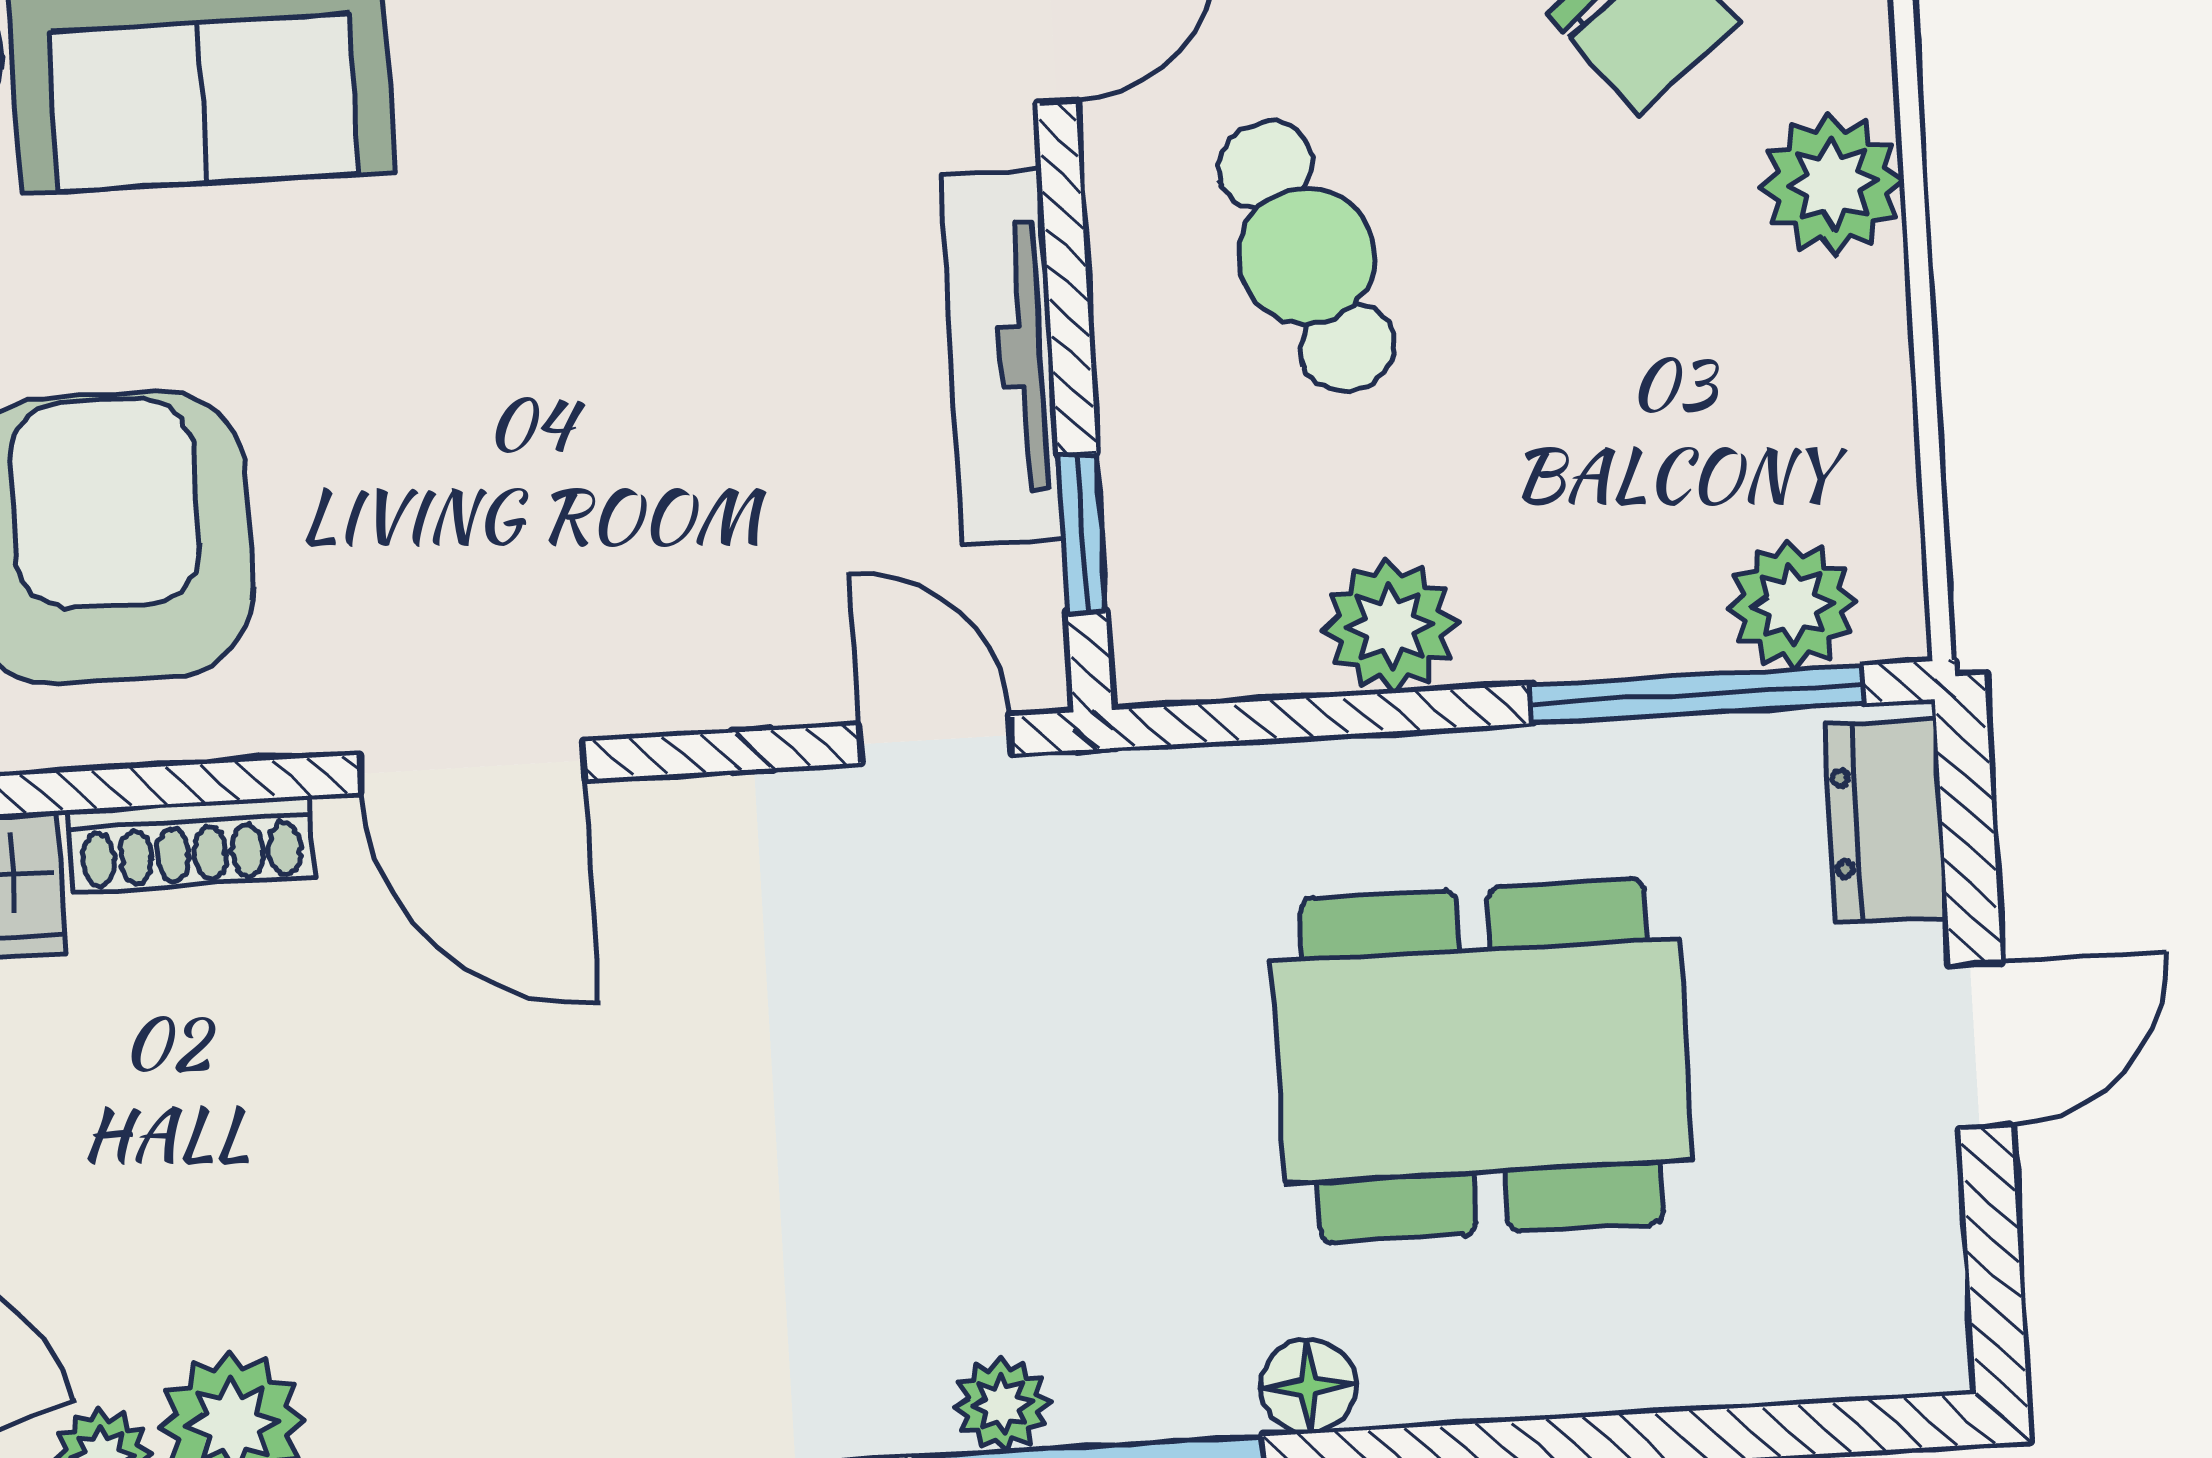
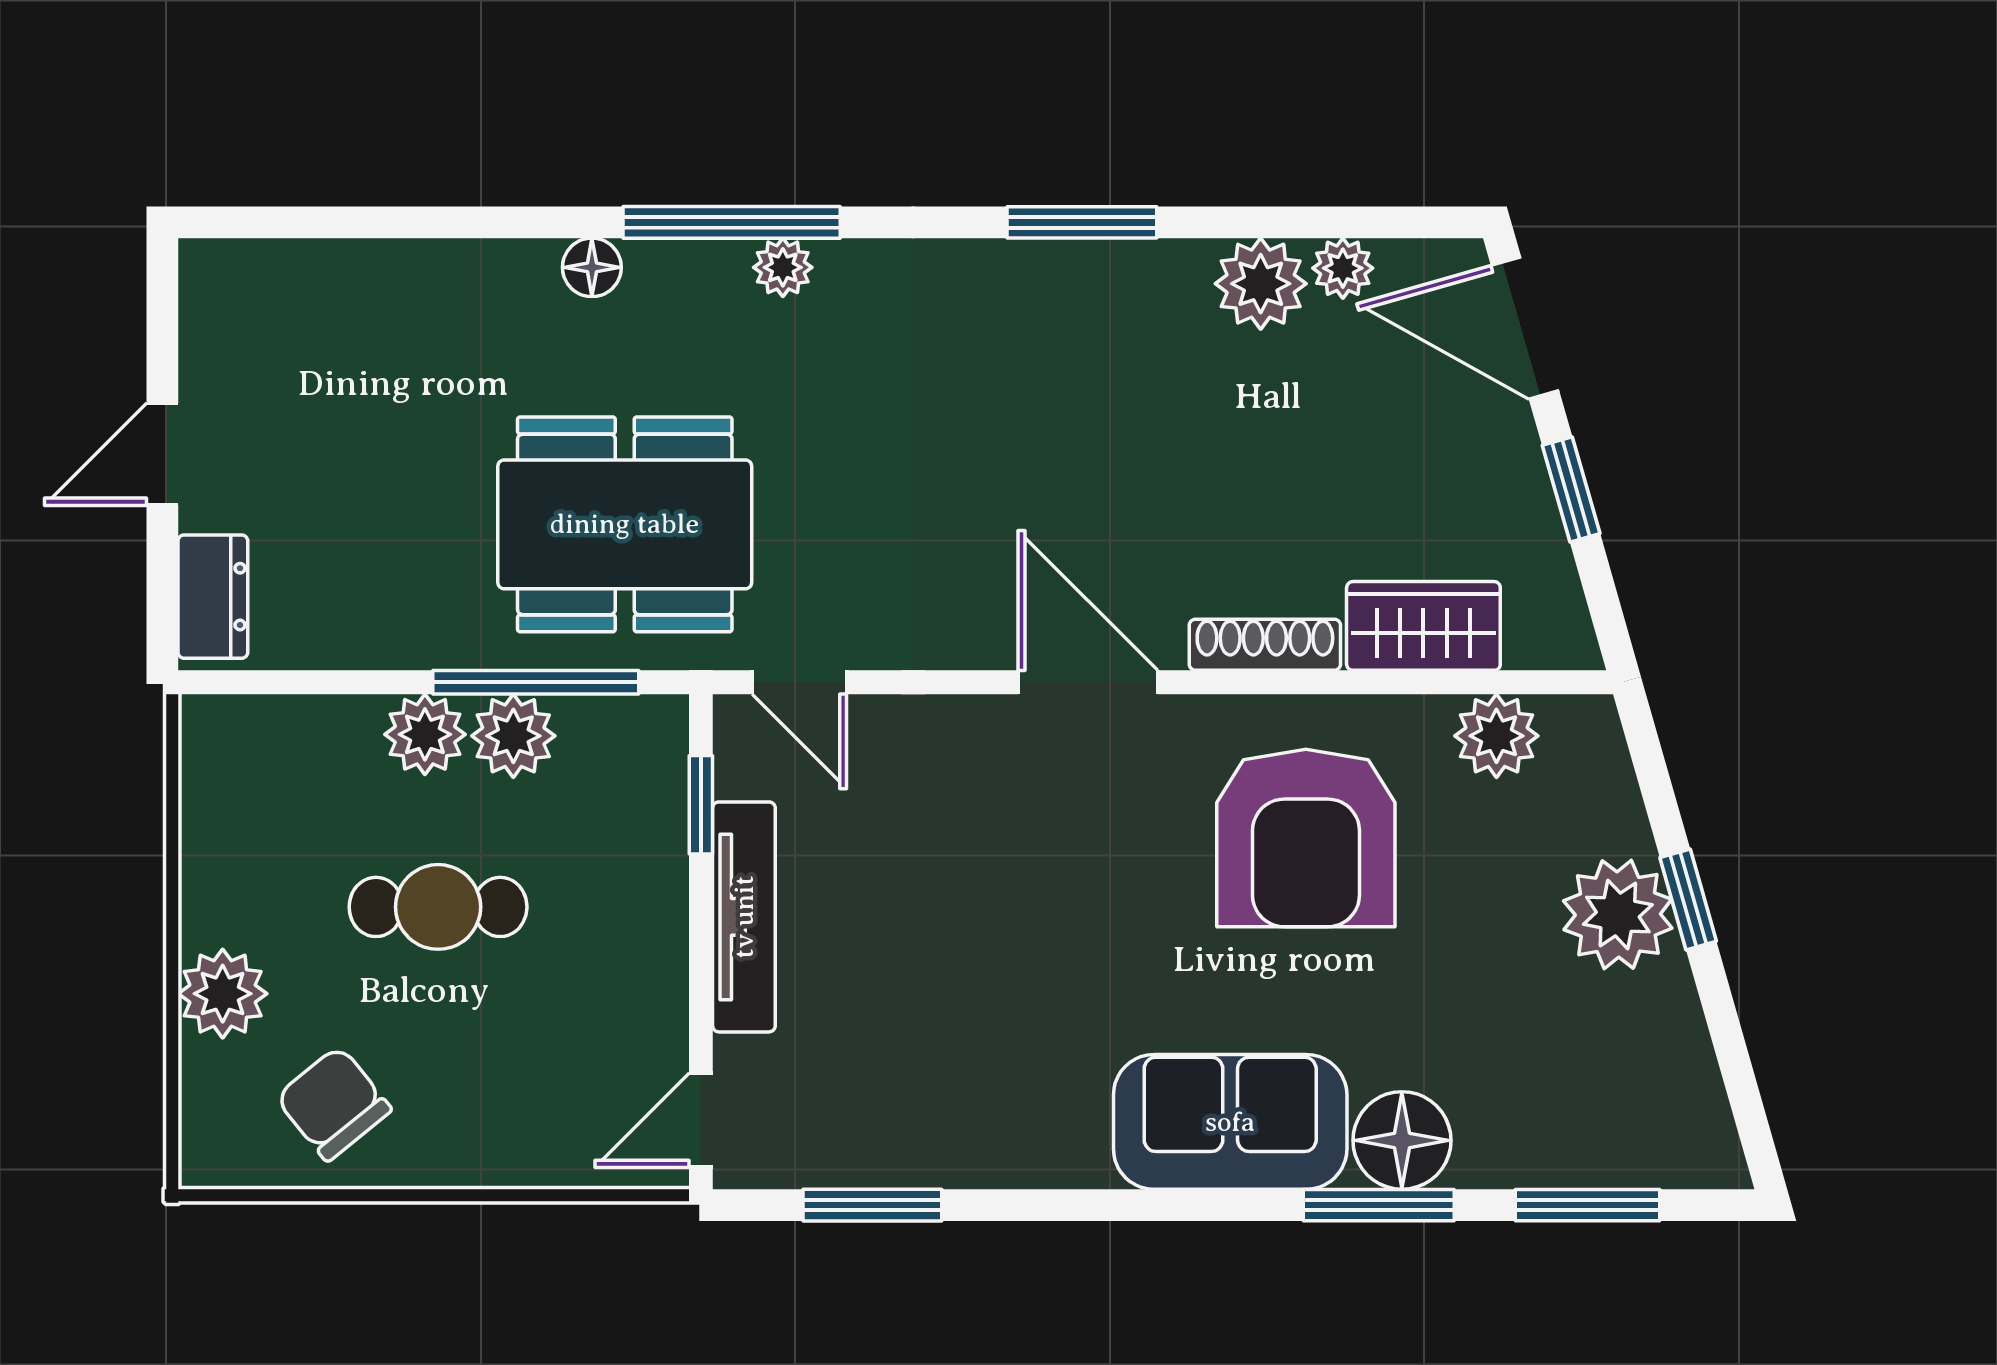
cafe table: (1306, 256) -> (438, 907), moved, turned -69
plant: (1792, 605) -> (425, 734), moved
window: (1696, 694) -> (536, 682), moved
dining table: (1482, 1061) -> (625, 524), moved

